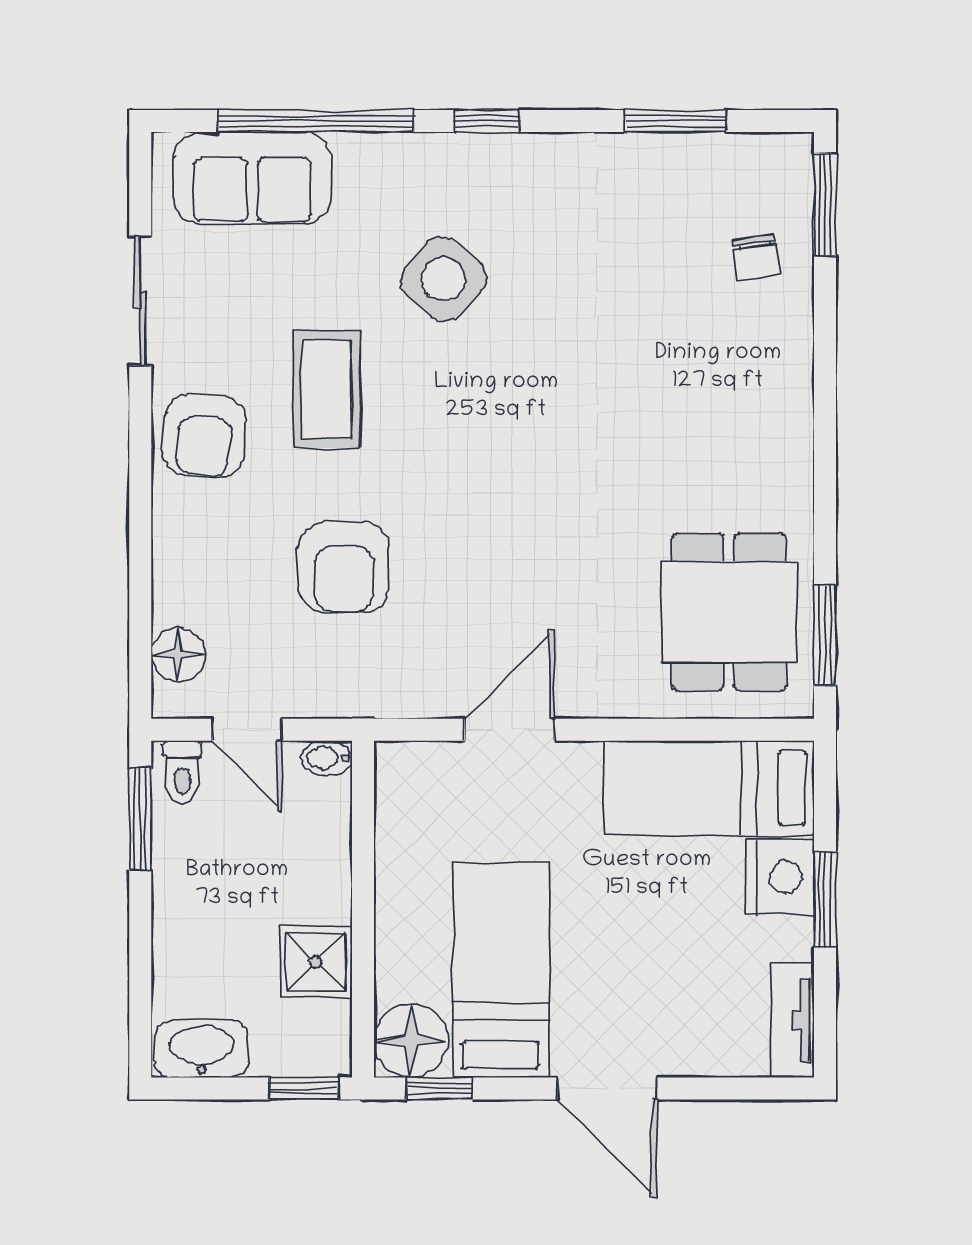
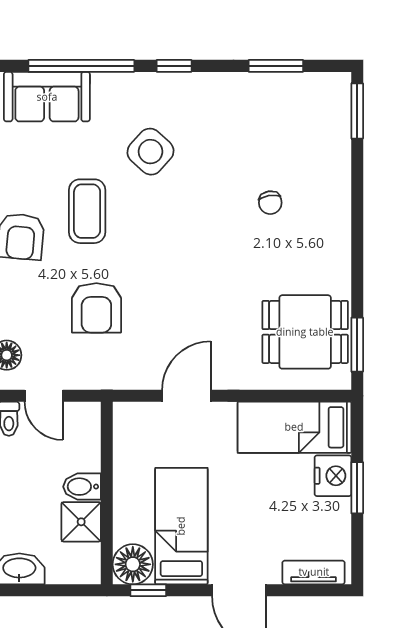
chair: (757, 257) -> (270, 203), moved
dining table: (729, 612) -> (305, 332), turned 90
bidet: (326, 758) -> (82, 487), moved, width x1.38, depth x1.36
tv unit: (792, 1020) -> (314, 572), moved, turned 90
window: (304, 1088) -> (75, 590), removed

